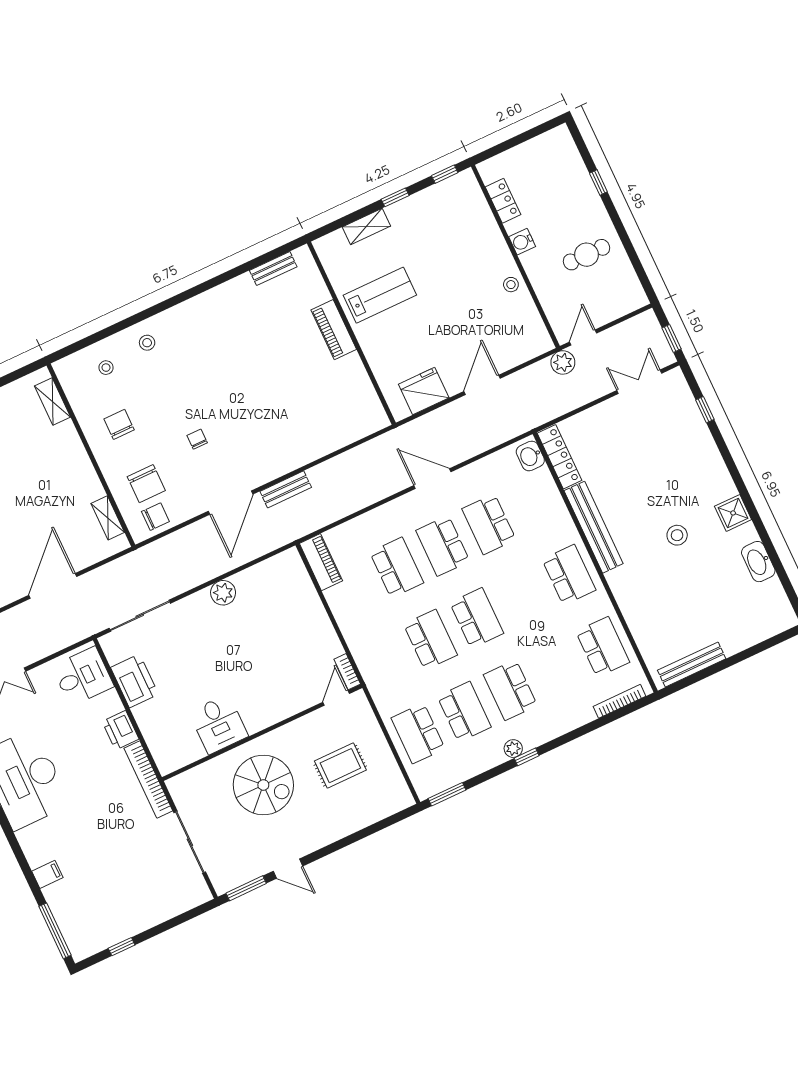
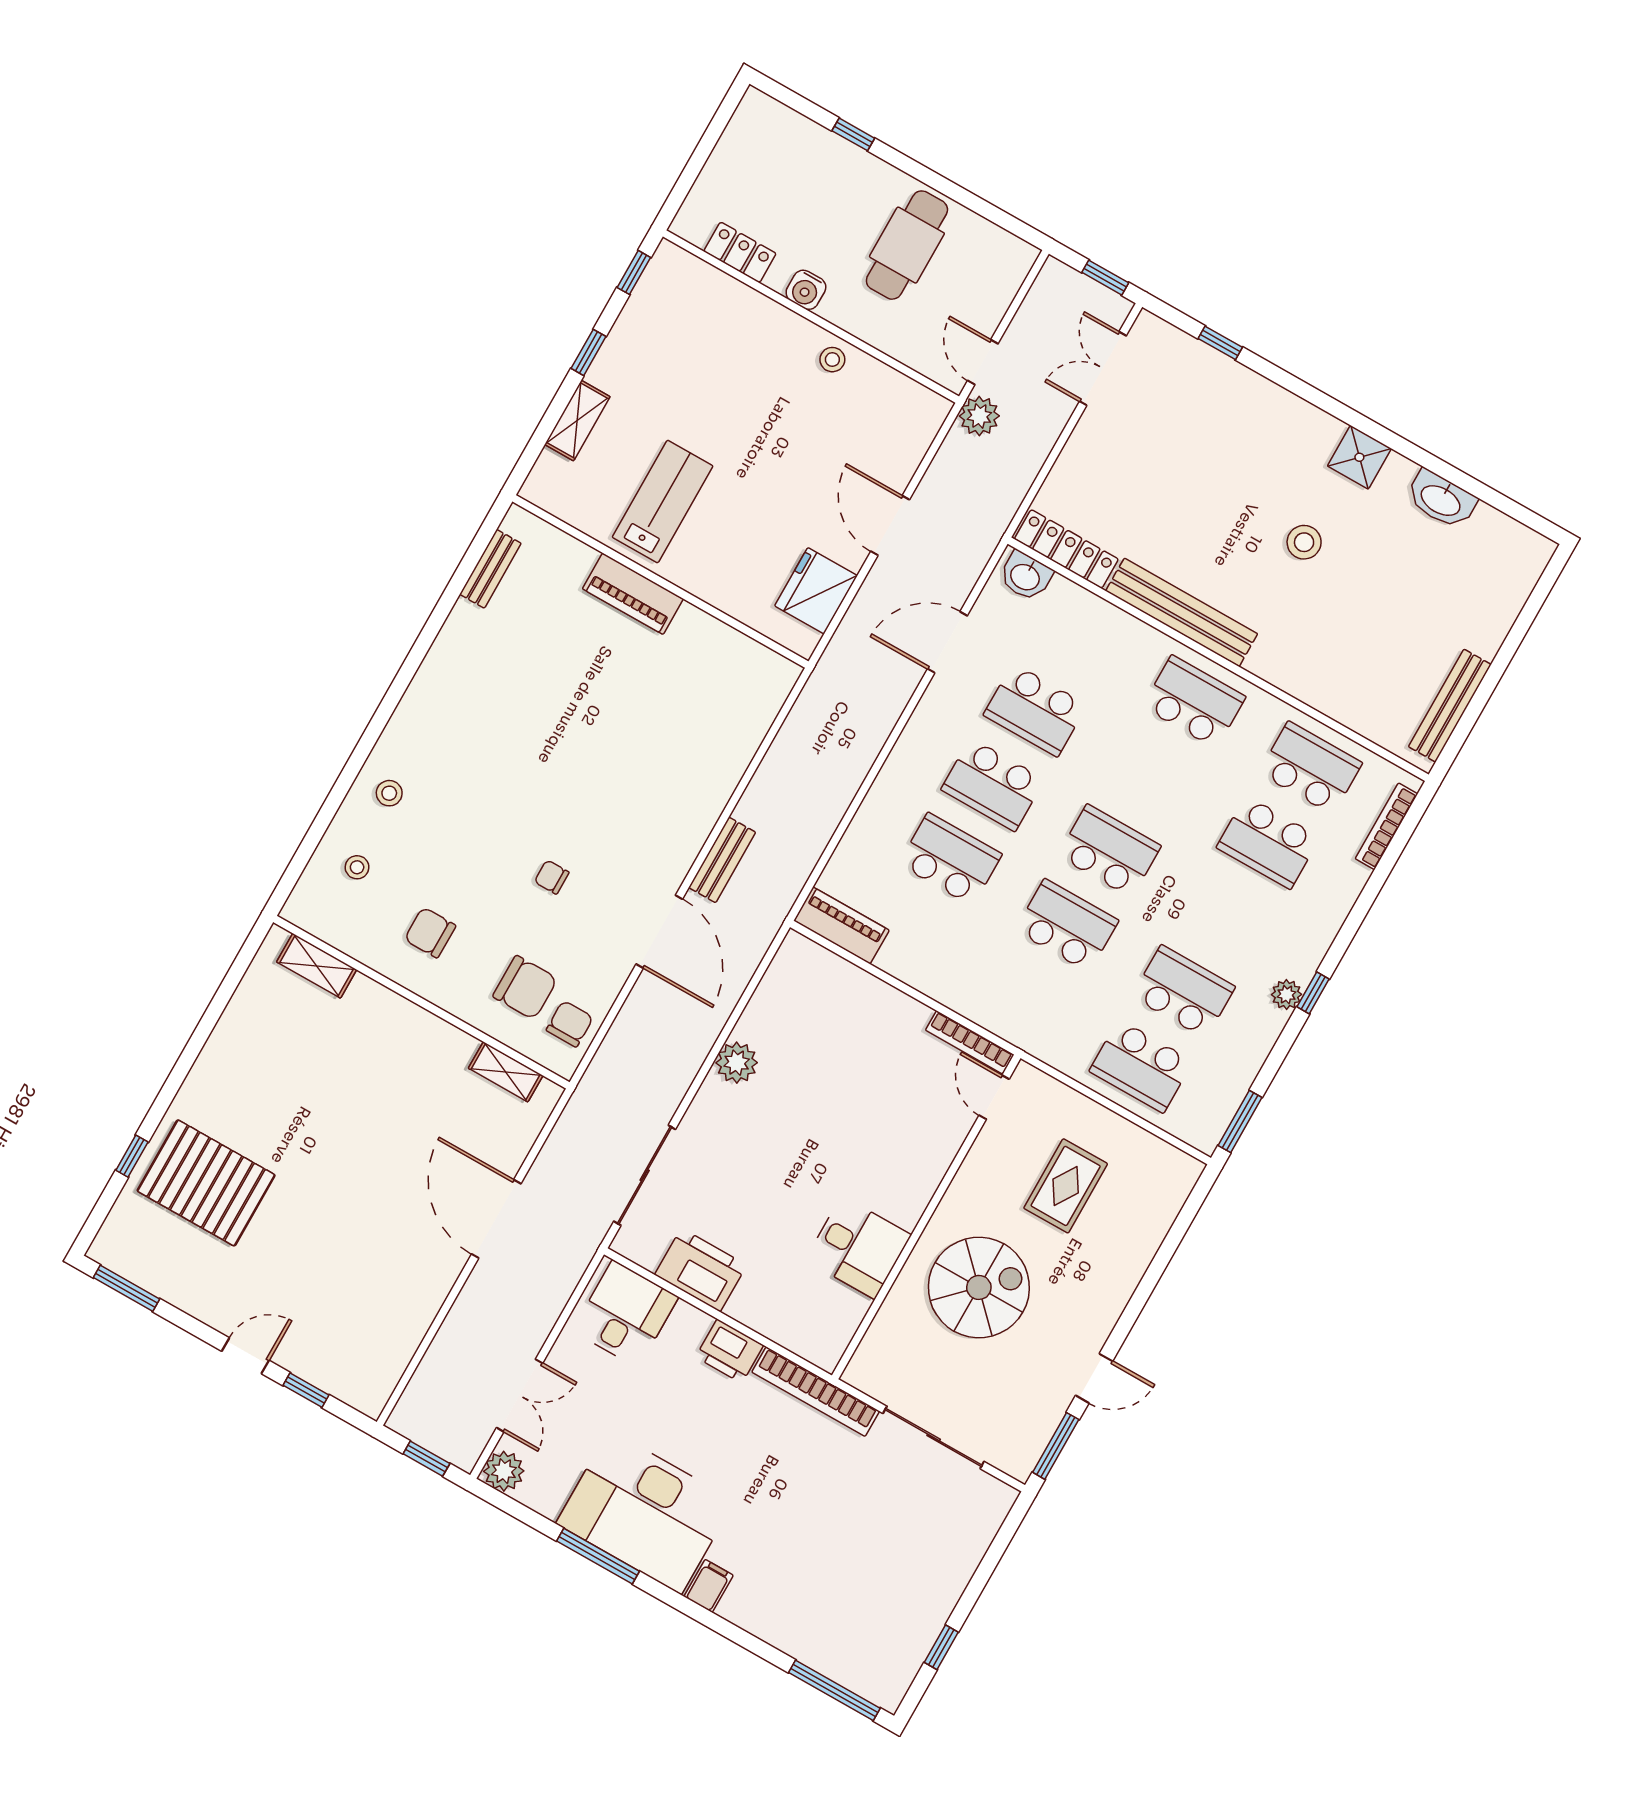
cafe table: (587, 255) -> (907, 245), width x1.37, depth x1.35
door: (432, 479) -> (947, 642), moved
bookcase: (347, 672) -> (970, 1042), width x1.56
school desk: (510, 690) -> (1268, 842), moved
filing cabinet: (47, 874) -> (709, 1586), moved

